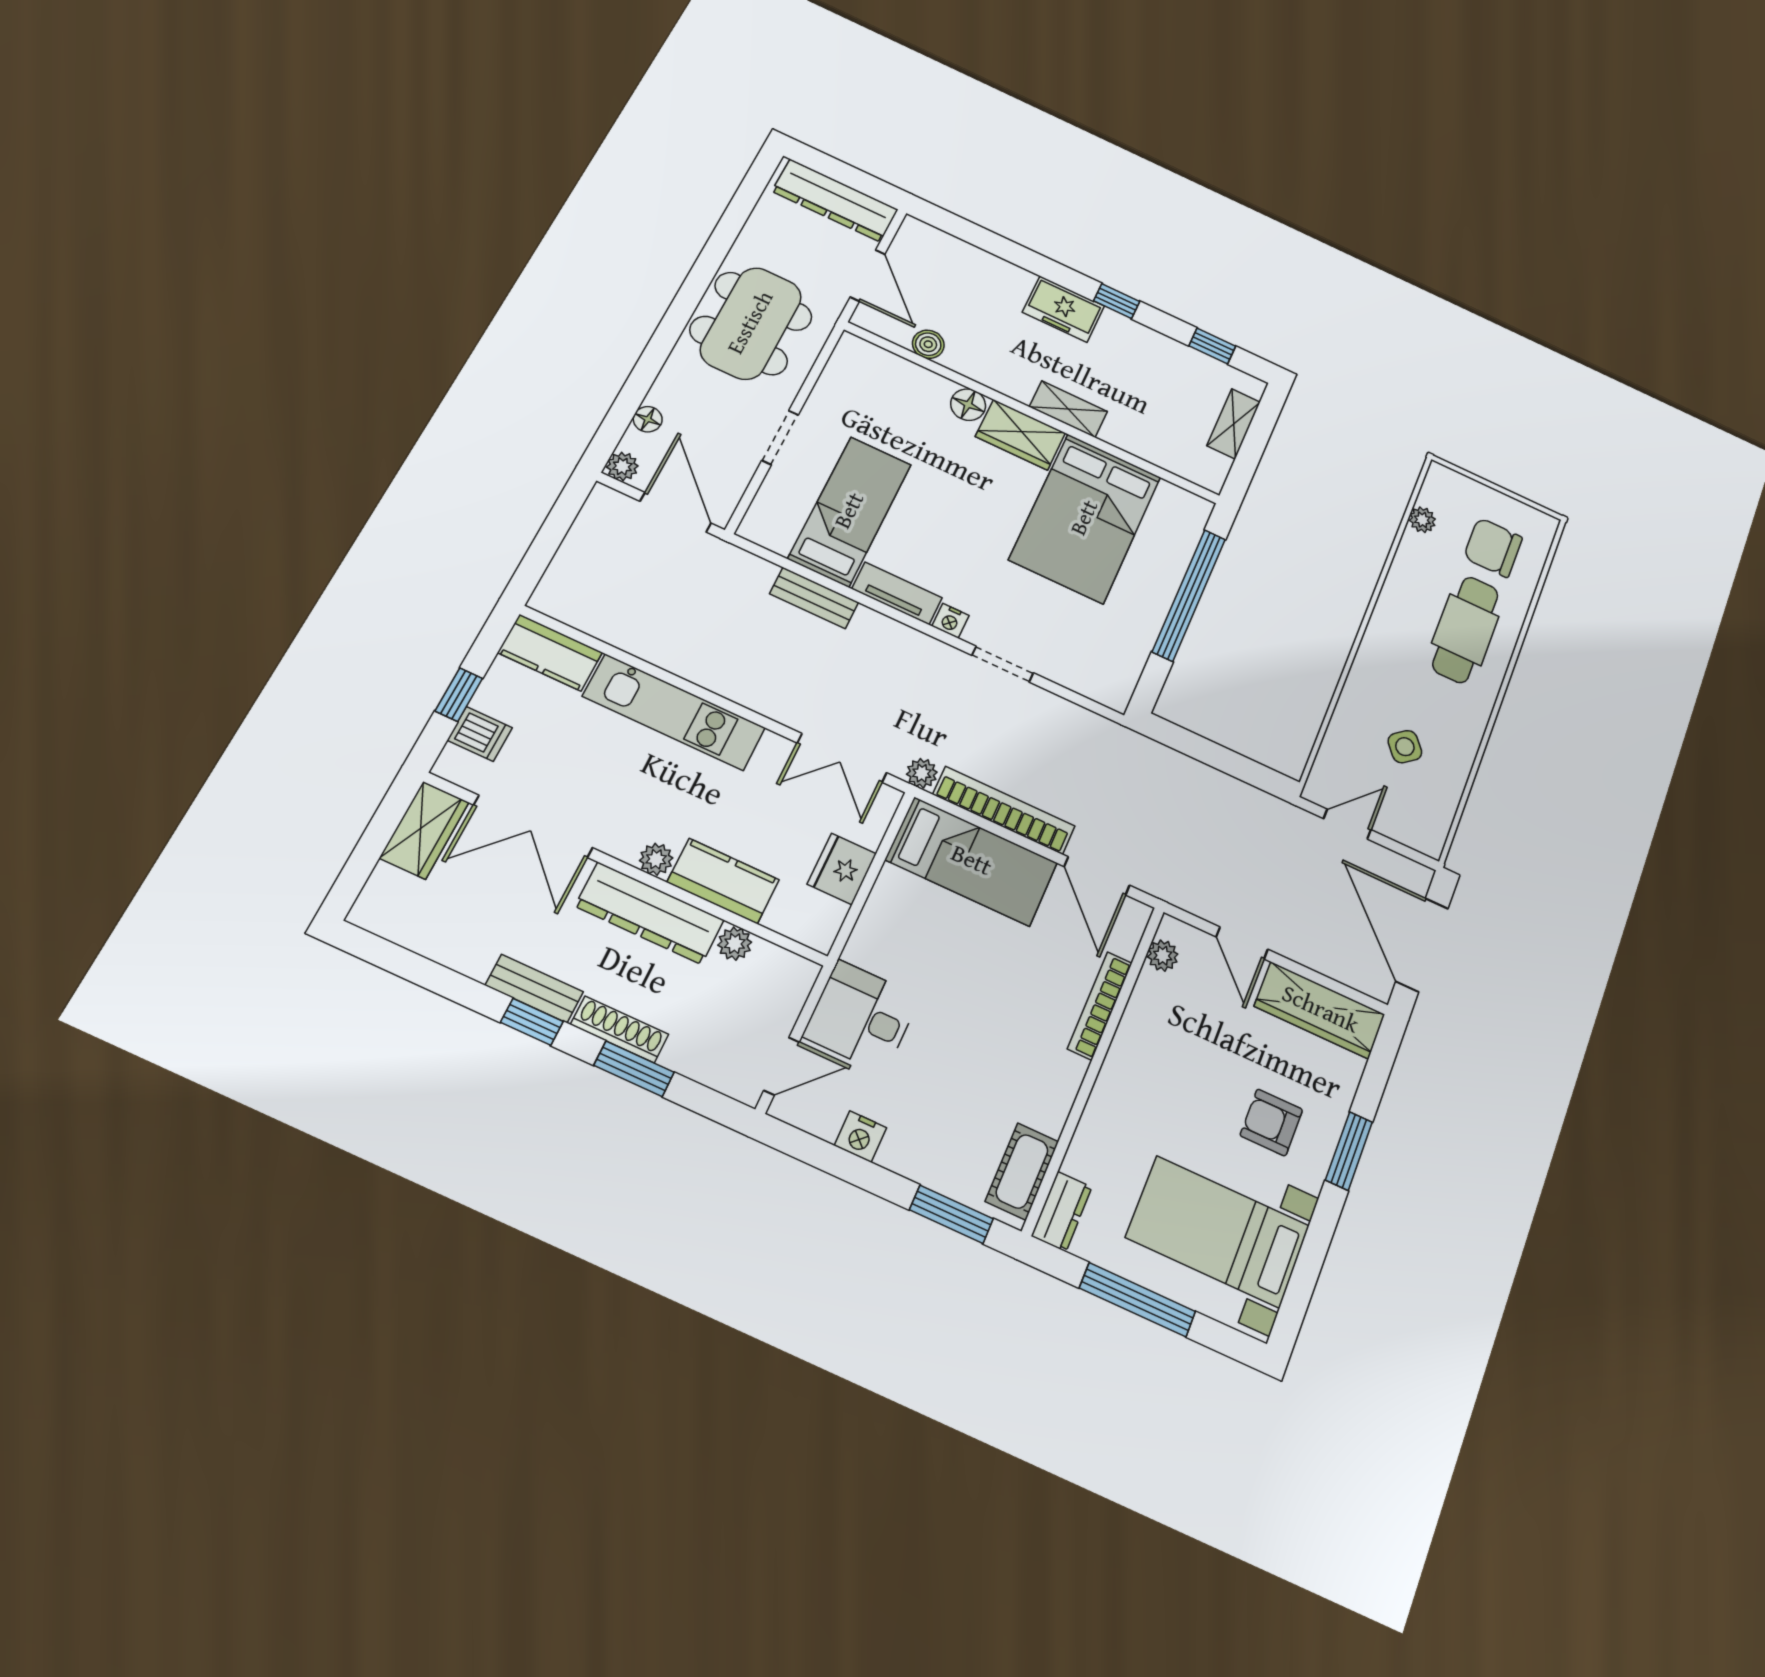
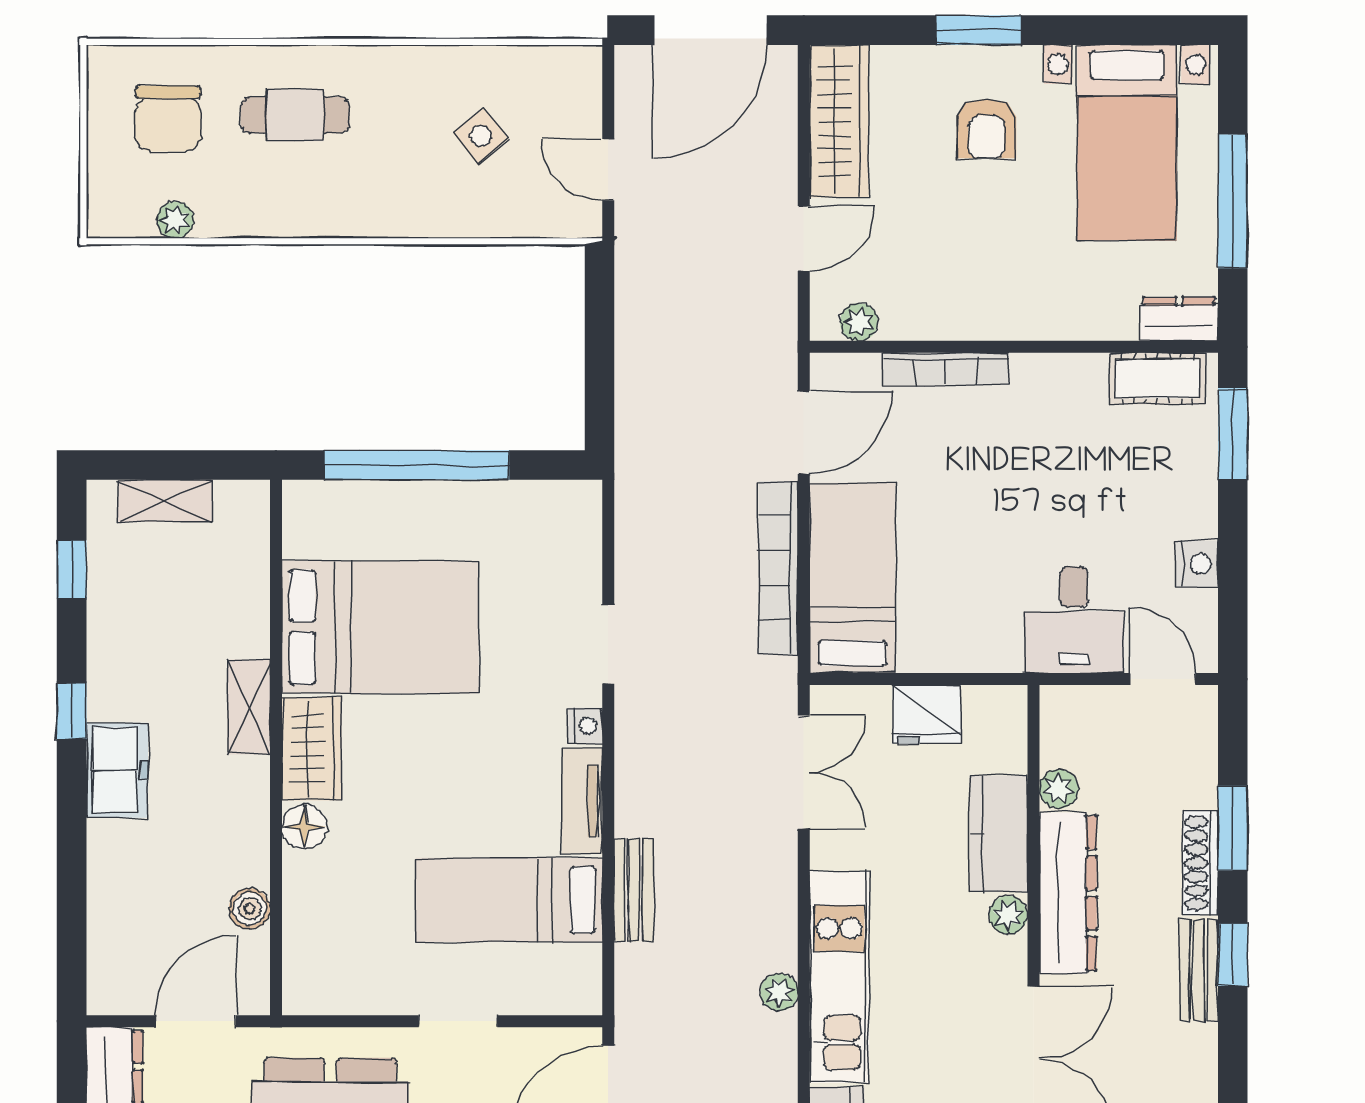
cafe table: (1465, 630) -> (295, 115), width x0.73, depth x0.74
plant: (922, 773) -> (779, 992), moved

